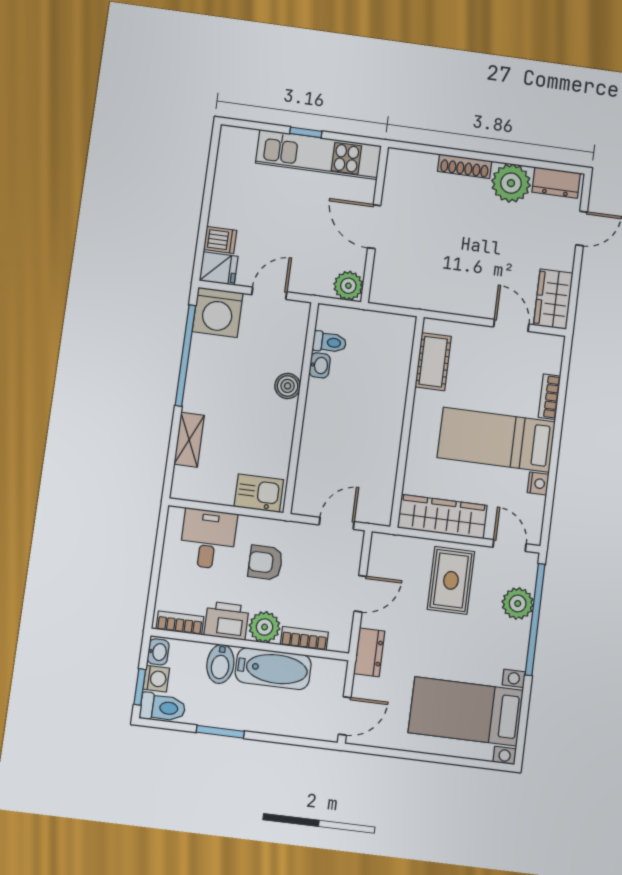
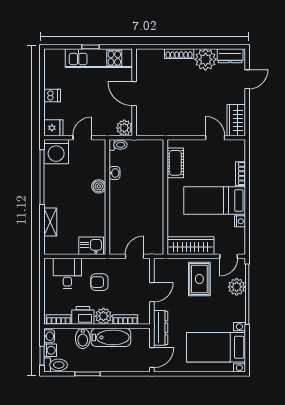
dishwasher: (220, 240) -> (52, 96), moved
toilet: (329, 342) -> (118, 145), moved
door: (510, 546) -> (229, 256), swing flipped
dresser: (369, 652) -> (161, 328), width x1.44

